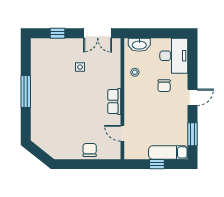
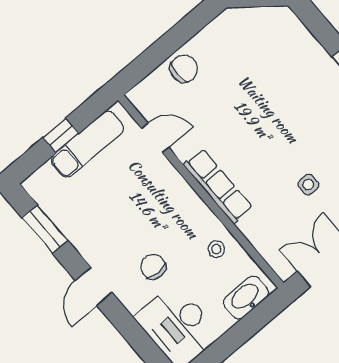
row of seats: (114, 102) -> (218, 186), width x1.48
chair: (90, 150) -> (184, 69), turned -90
exam couch: (168, 152) -> (87, 144), moved

